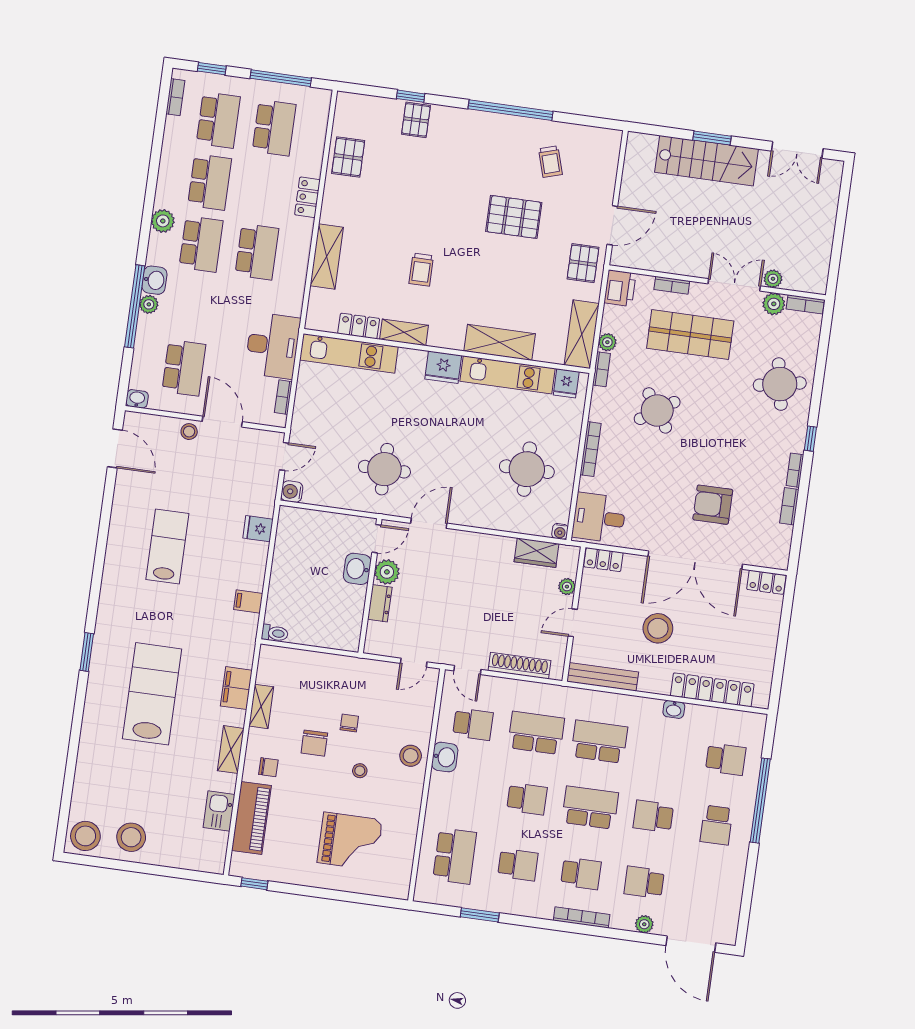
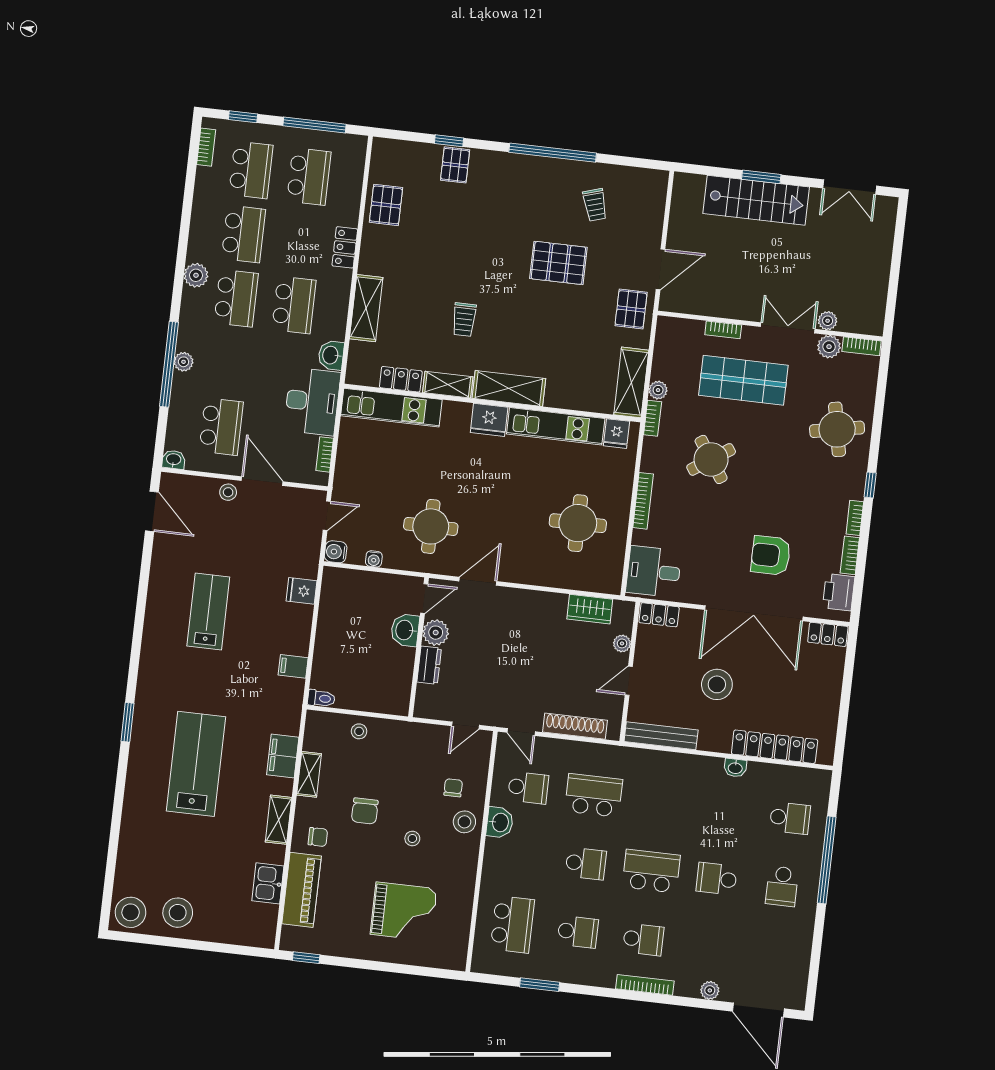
washbasin: (154, 280) -> (331, 355), moved, turned 180
printer: (620, 288) -> (839, 592), moved, turned 180
shelving: (500, 342) -> (509, 388), moved
water cooler: (560, 531) -> (374, 559), moved
stool: (311, 666) -> (359, 731), added
chair: (349, 723) -> (453, 788), moved
school desk: (599, 742) -> (659, 803), removed
school desk: (644, 882) -> (709, 947), removed

